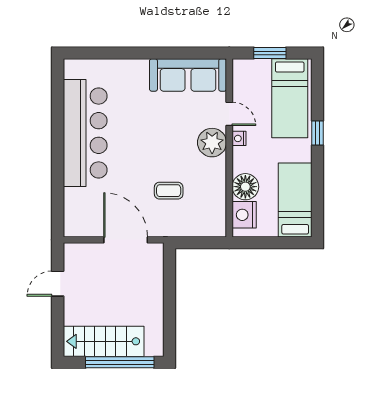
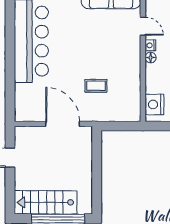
plant: (212, 143) -> (130, 49), removed
floor lamp: (245, 187) -> (151, 58), moved, width x0.53, depth x0.53

